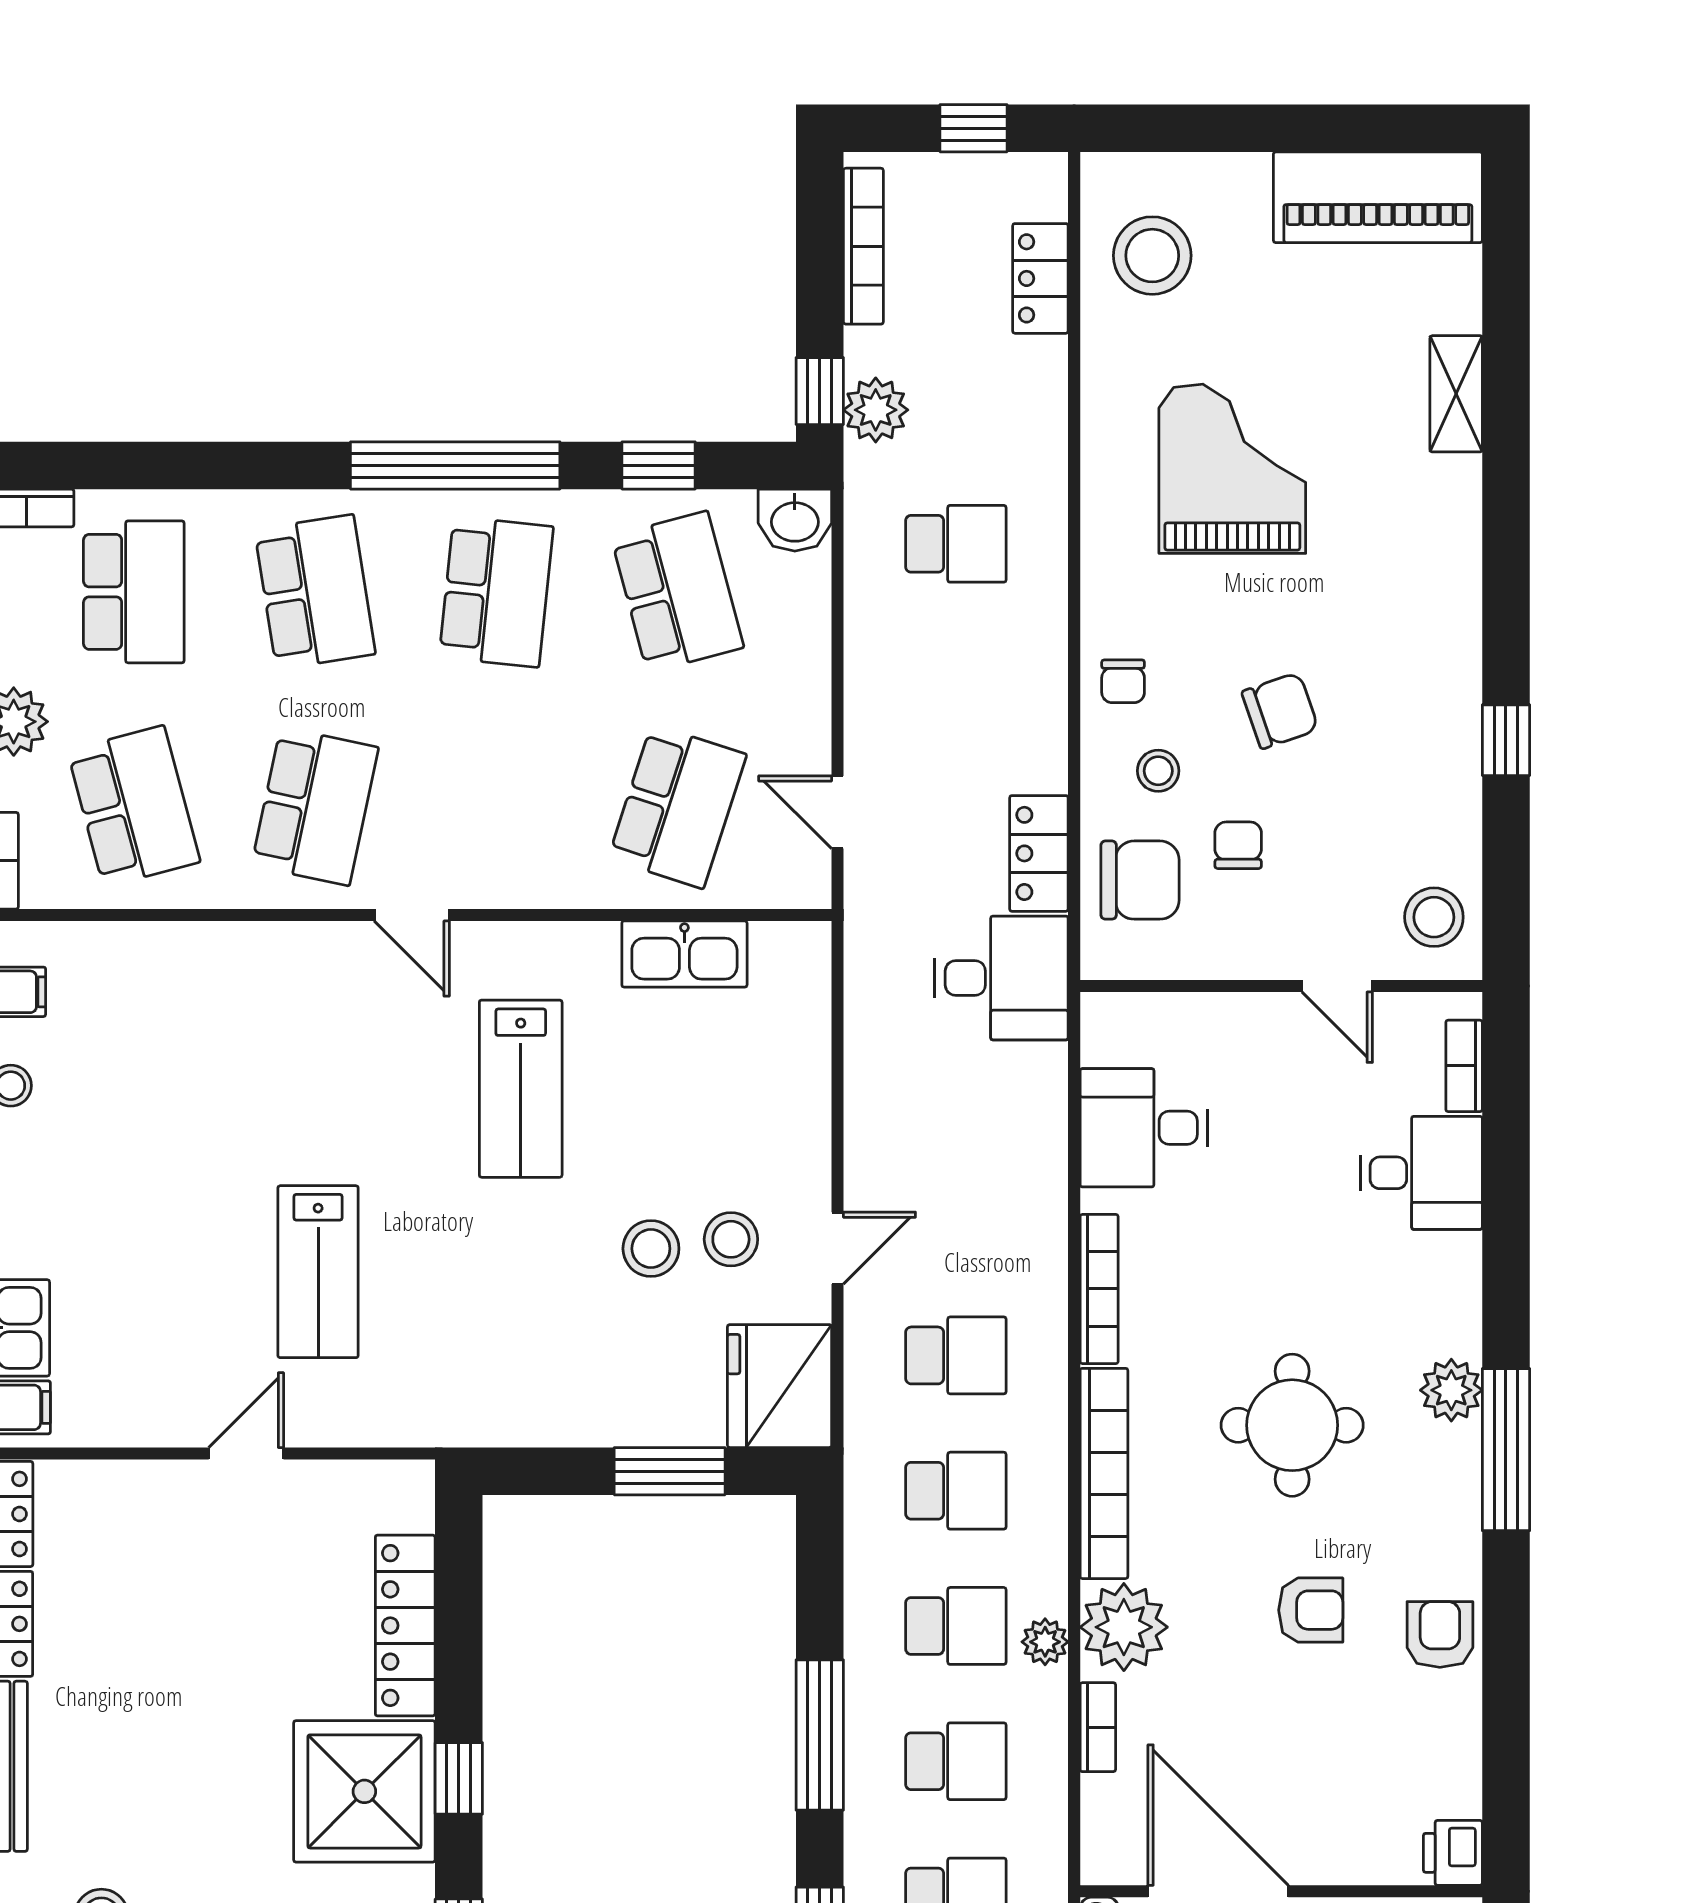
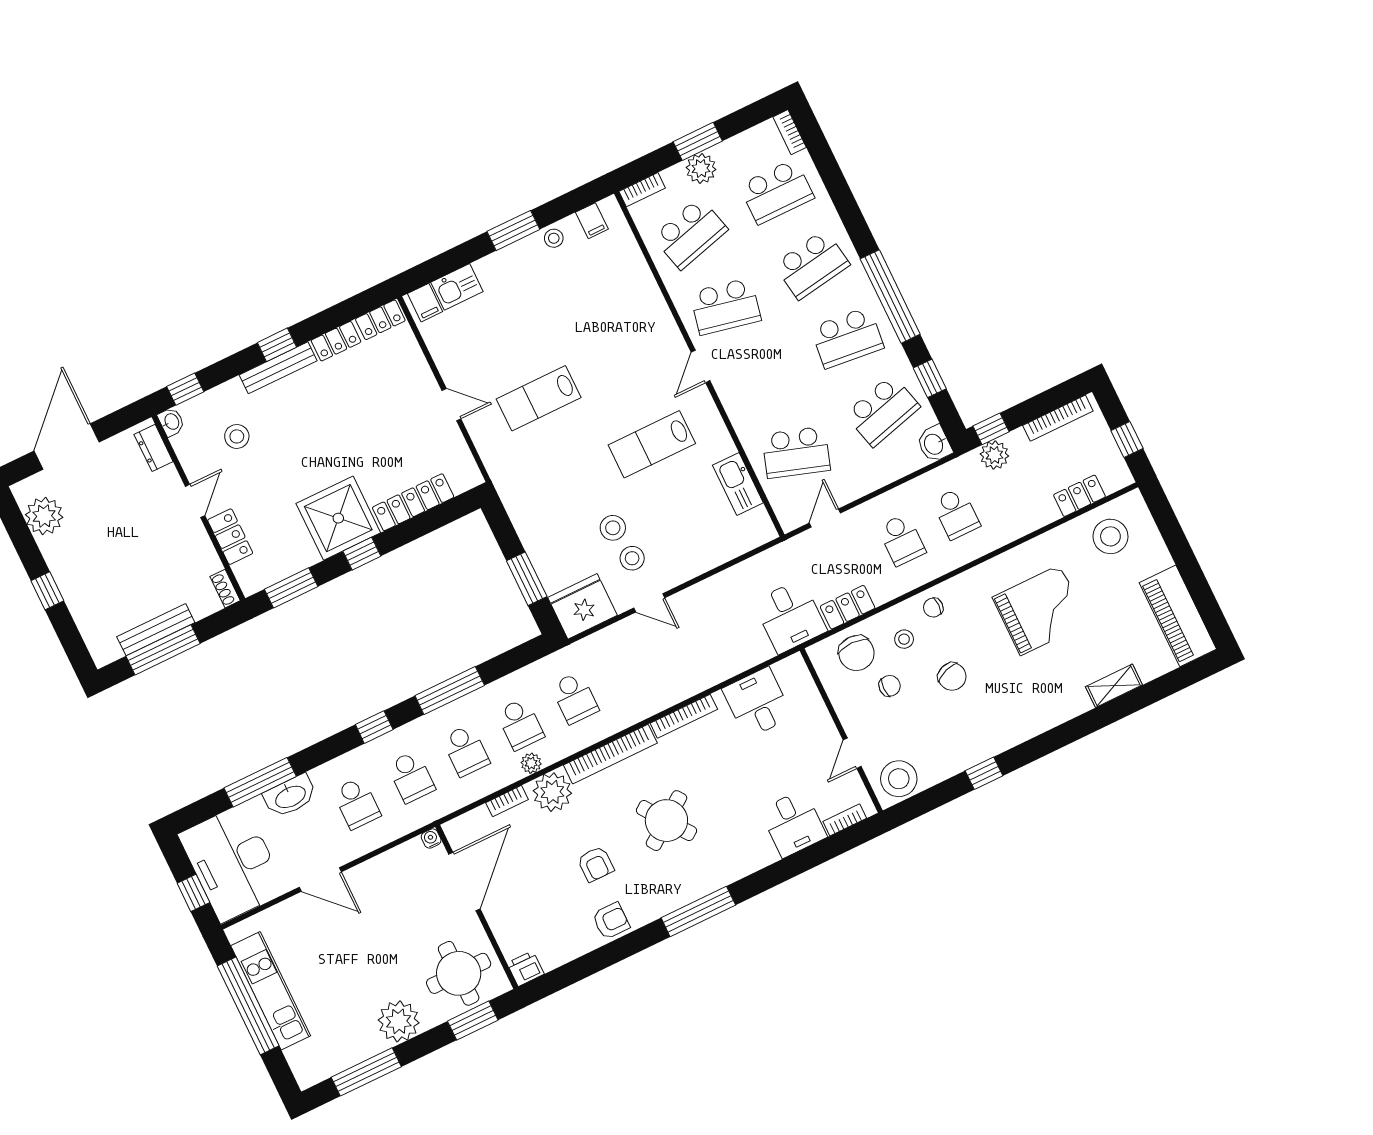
stool: (1434, 917) -> (899, 779), width x1.38, depth x1.38
school desk: (956, 1355) -> (902, 540), moved
plant: (1451, 1390) -> (712, 878), removed
round table: (1292, 1425) -> (666, 821), turned -36

